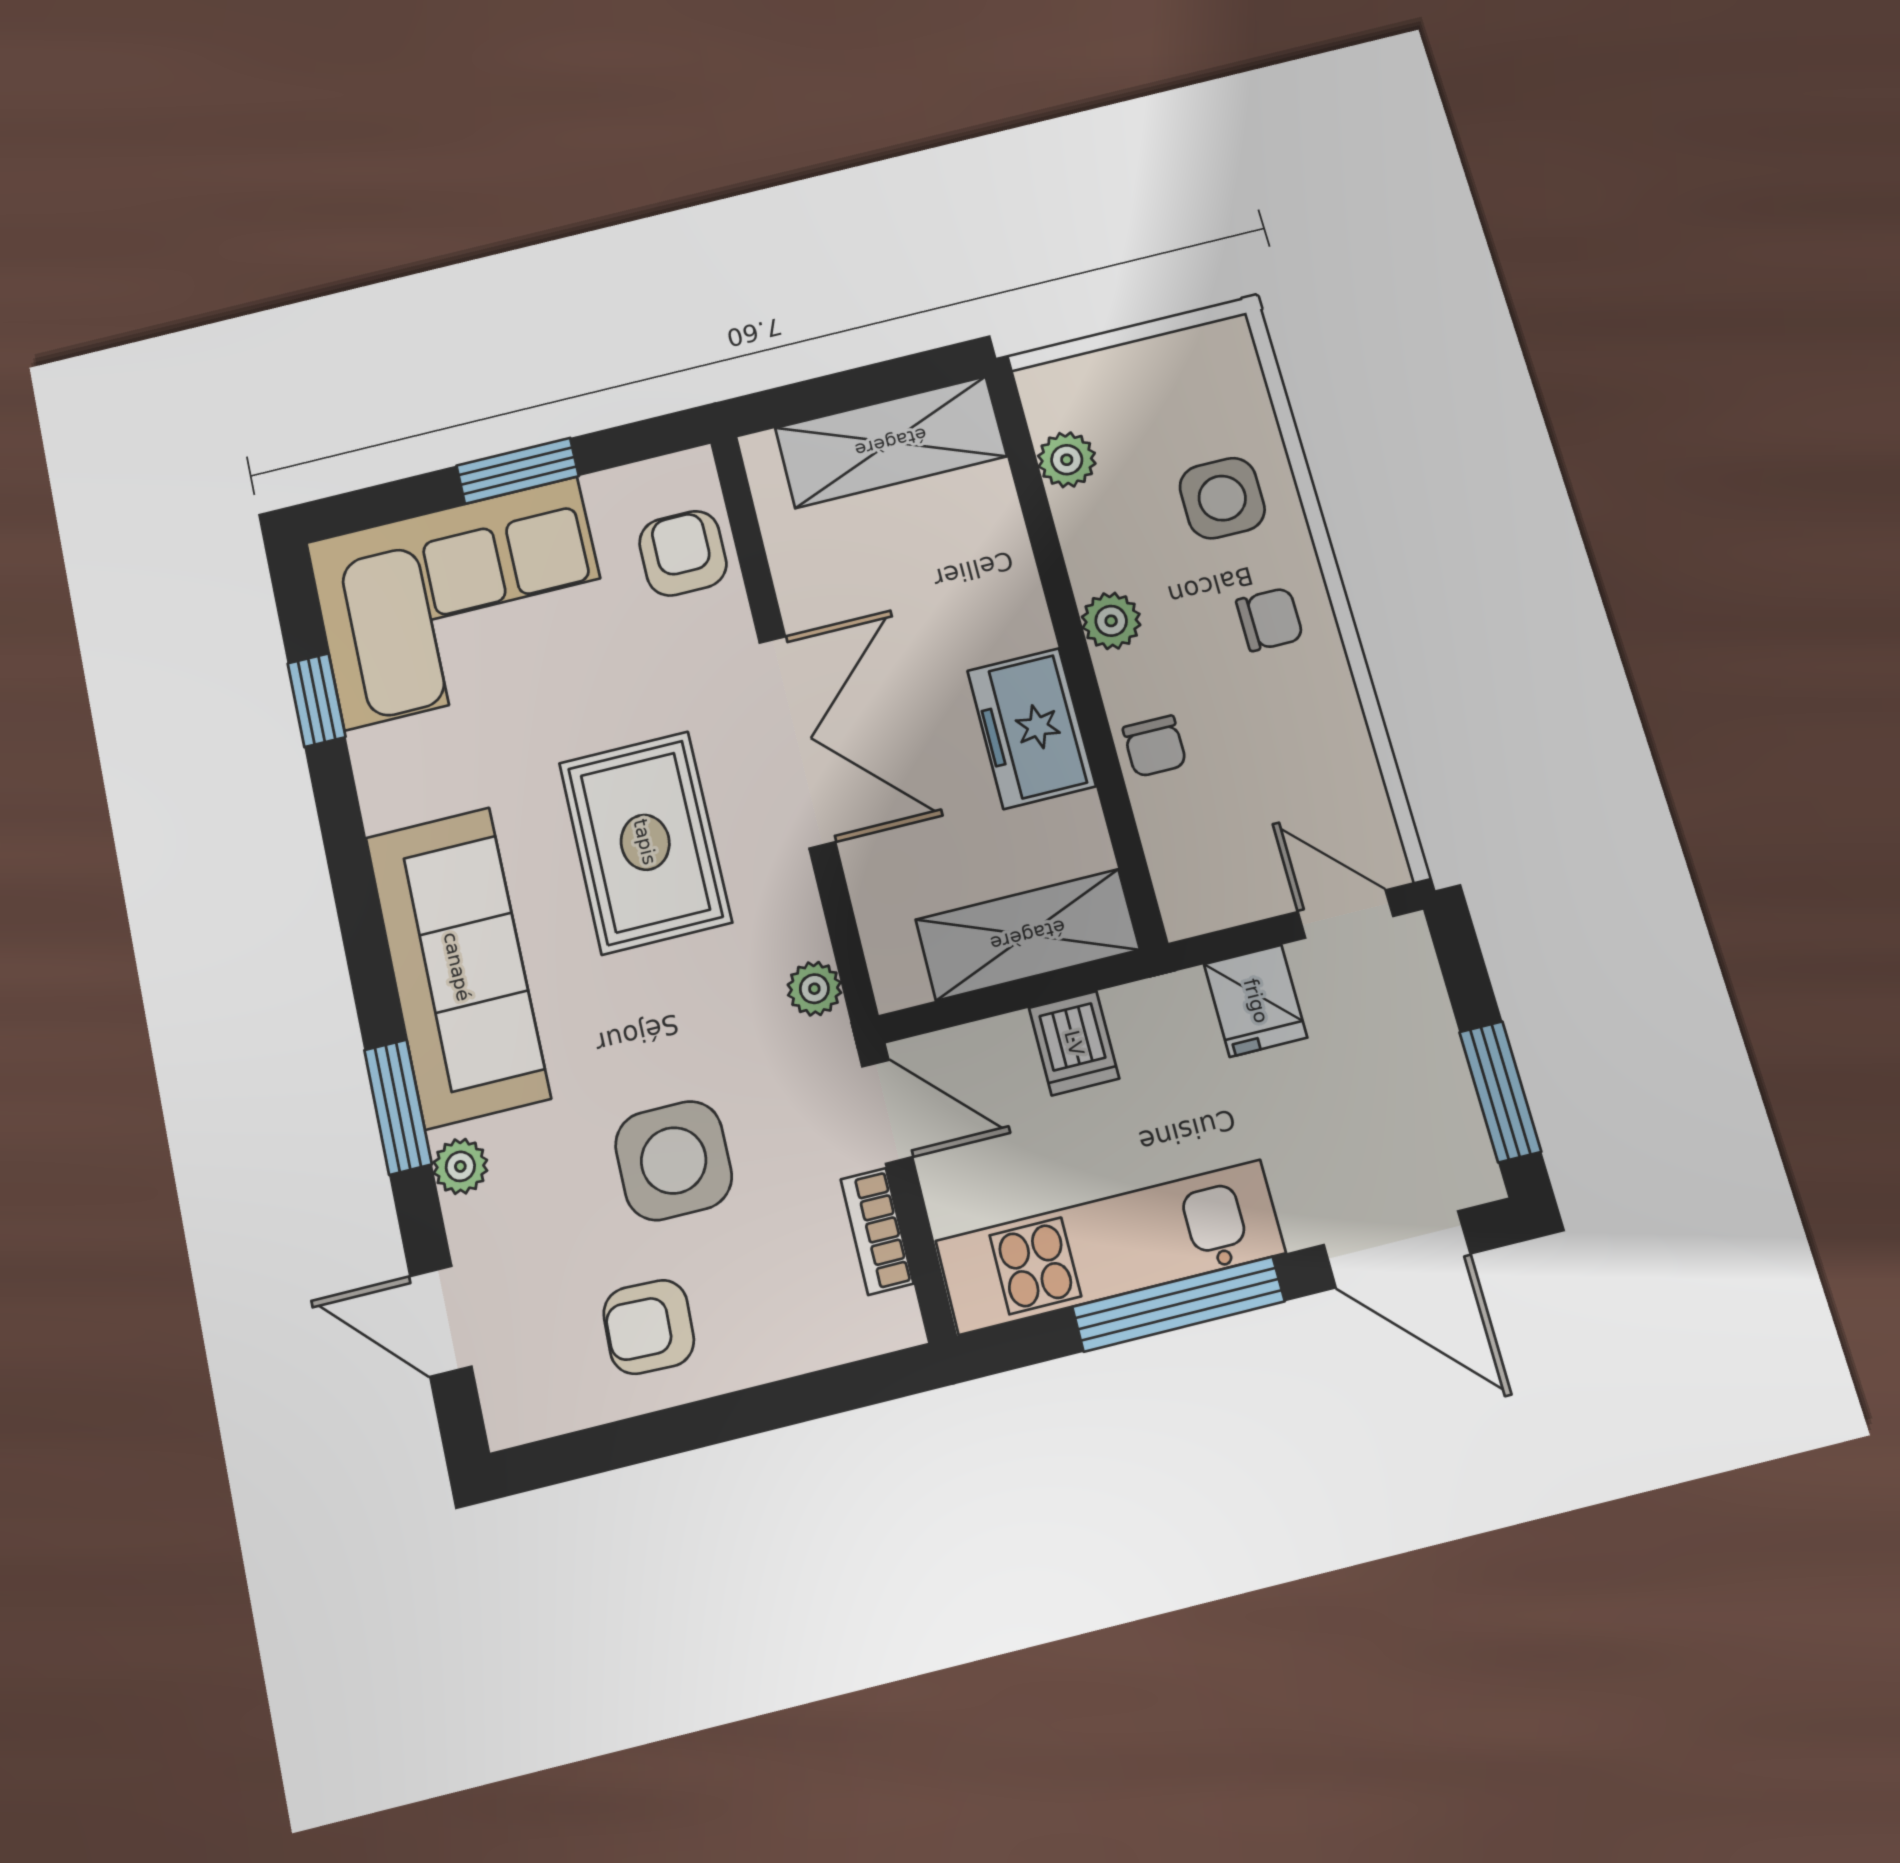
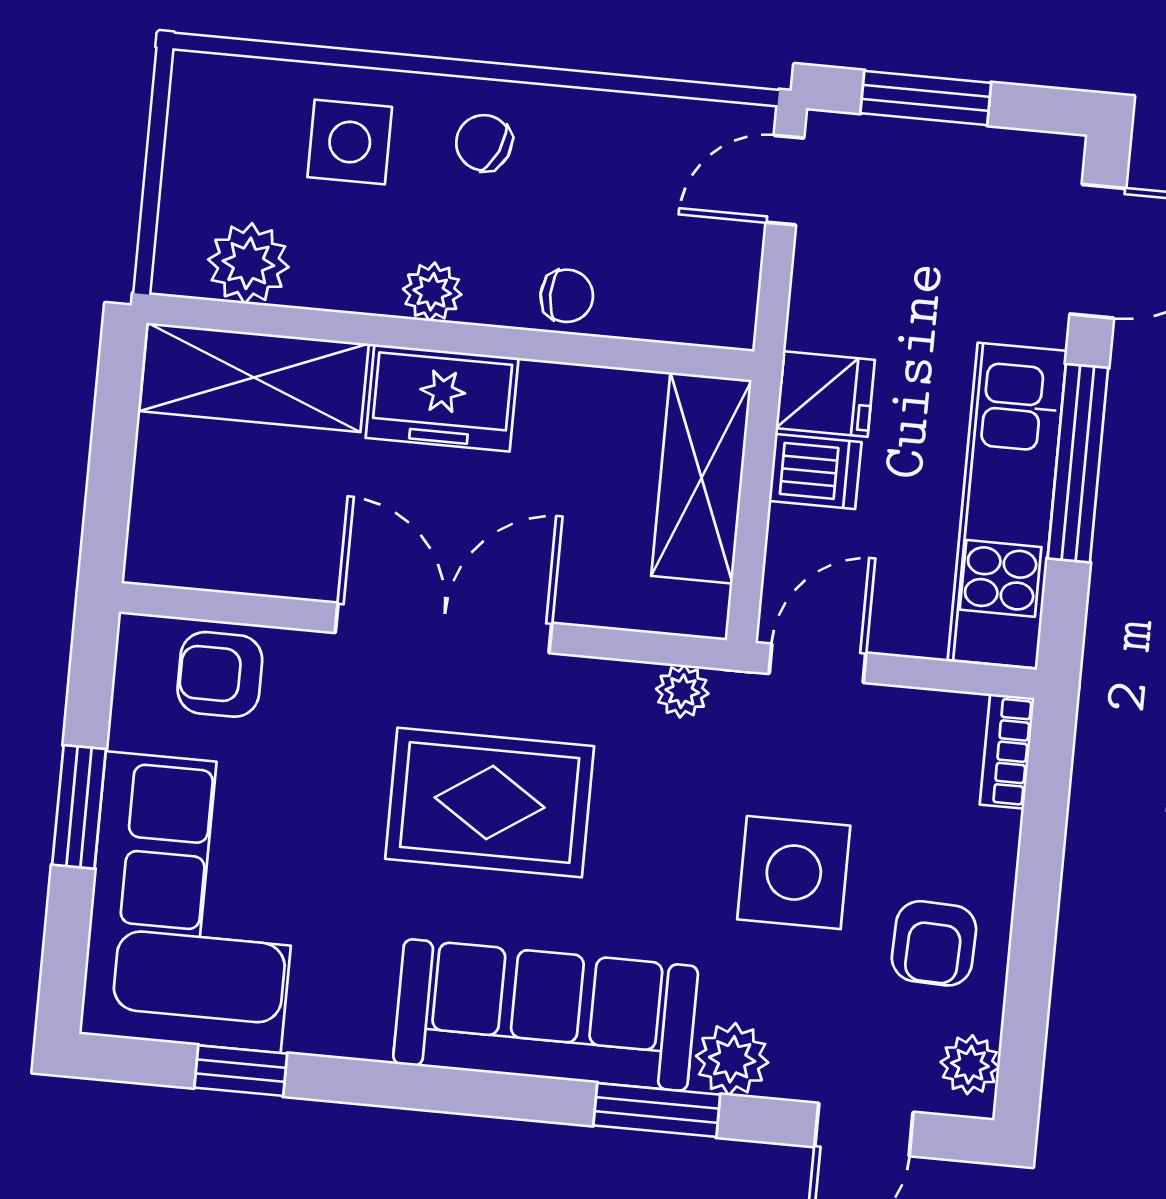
shelving: (891, 442) -> (254, 377), moved, turned 90
plant: (1067, 460) -> (248, 263), width x1.38, depth x1.38
chair: (1270, 619) -> (484, 143), turned -66
freezer: (1031, 728) -> (442, 398), moved
fridge: (1256, 1001) -> (825, 394), moved
window: (1500, 1092) -> (926, 98), moved
plant: (460, 1166) -> (732, 1059), width x1.38, depth x1.38
bookcase: (877, 1231) -> (1007, 751), moved, turned 90
plant: (539, 1407) -> (970, 1065), added

